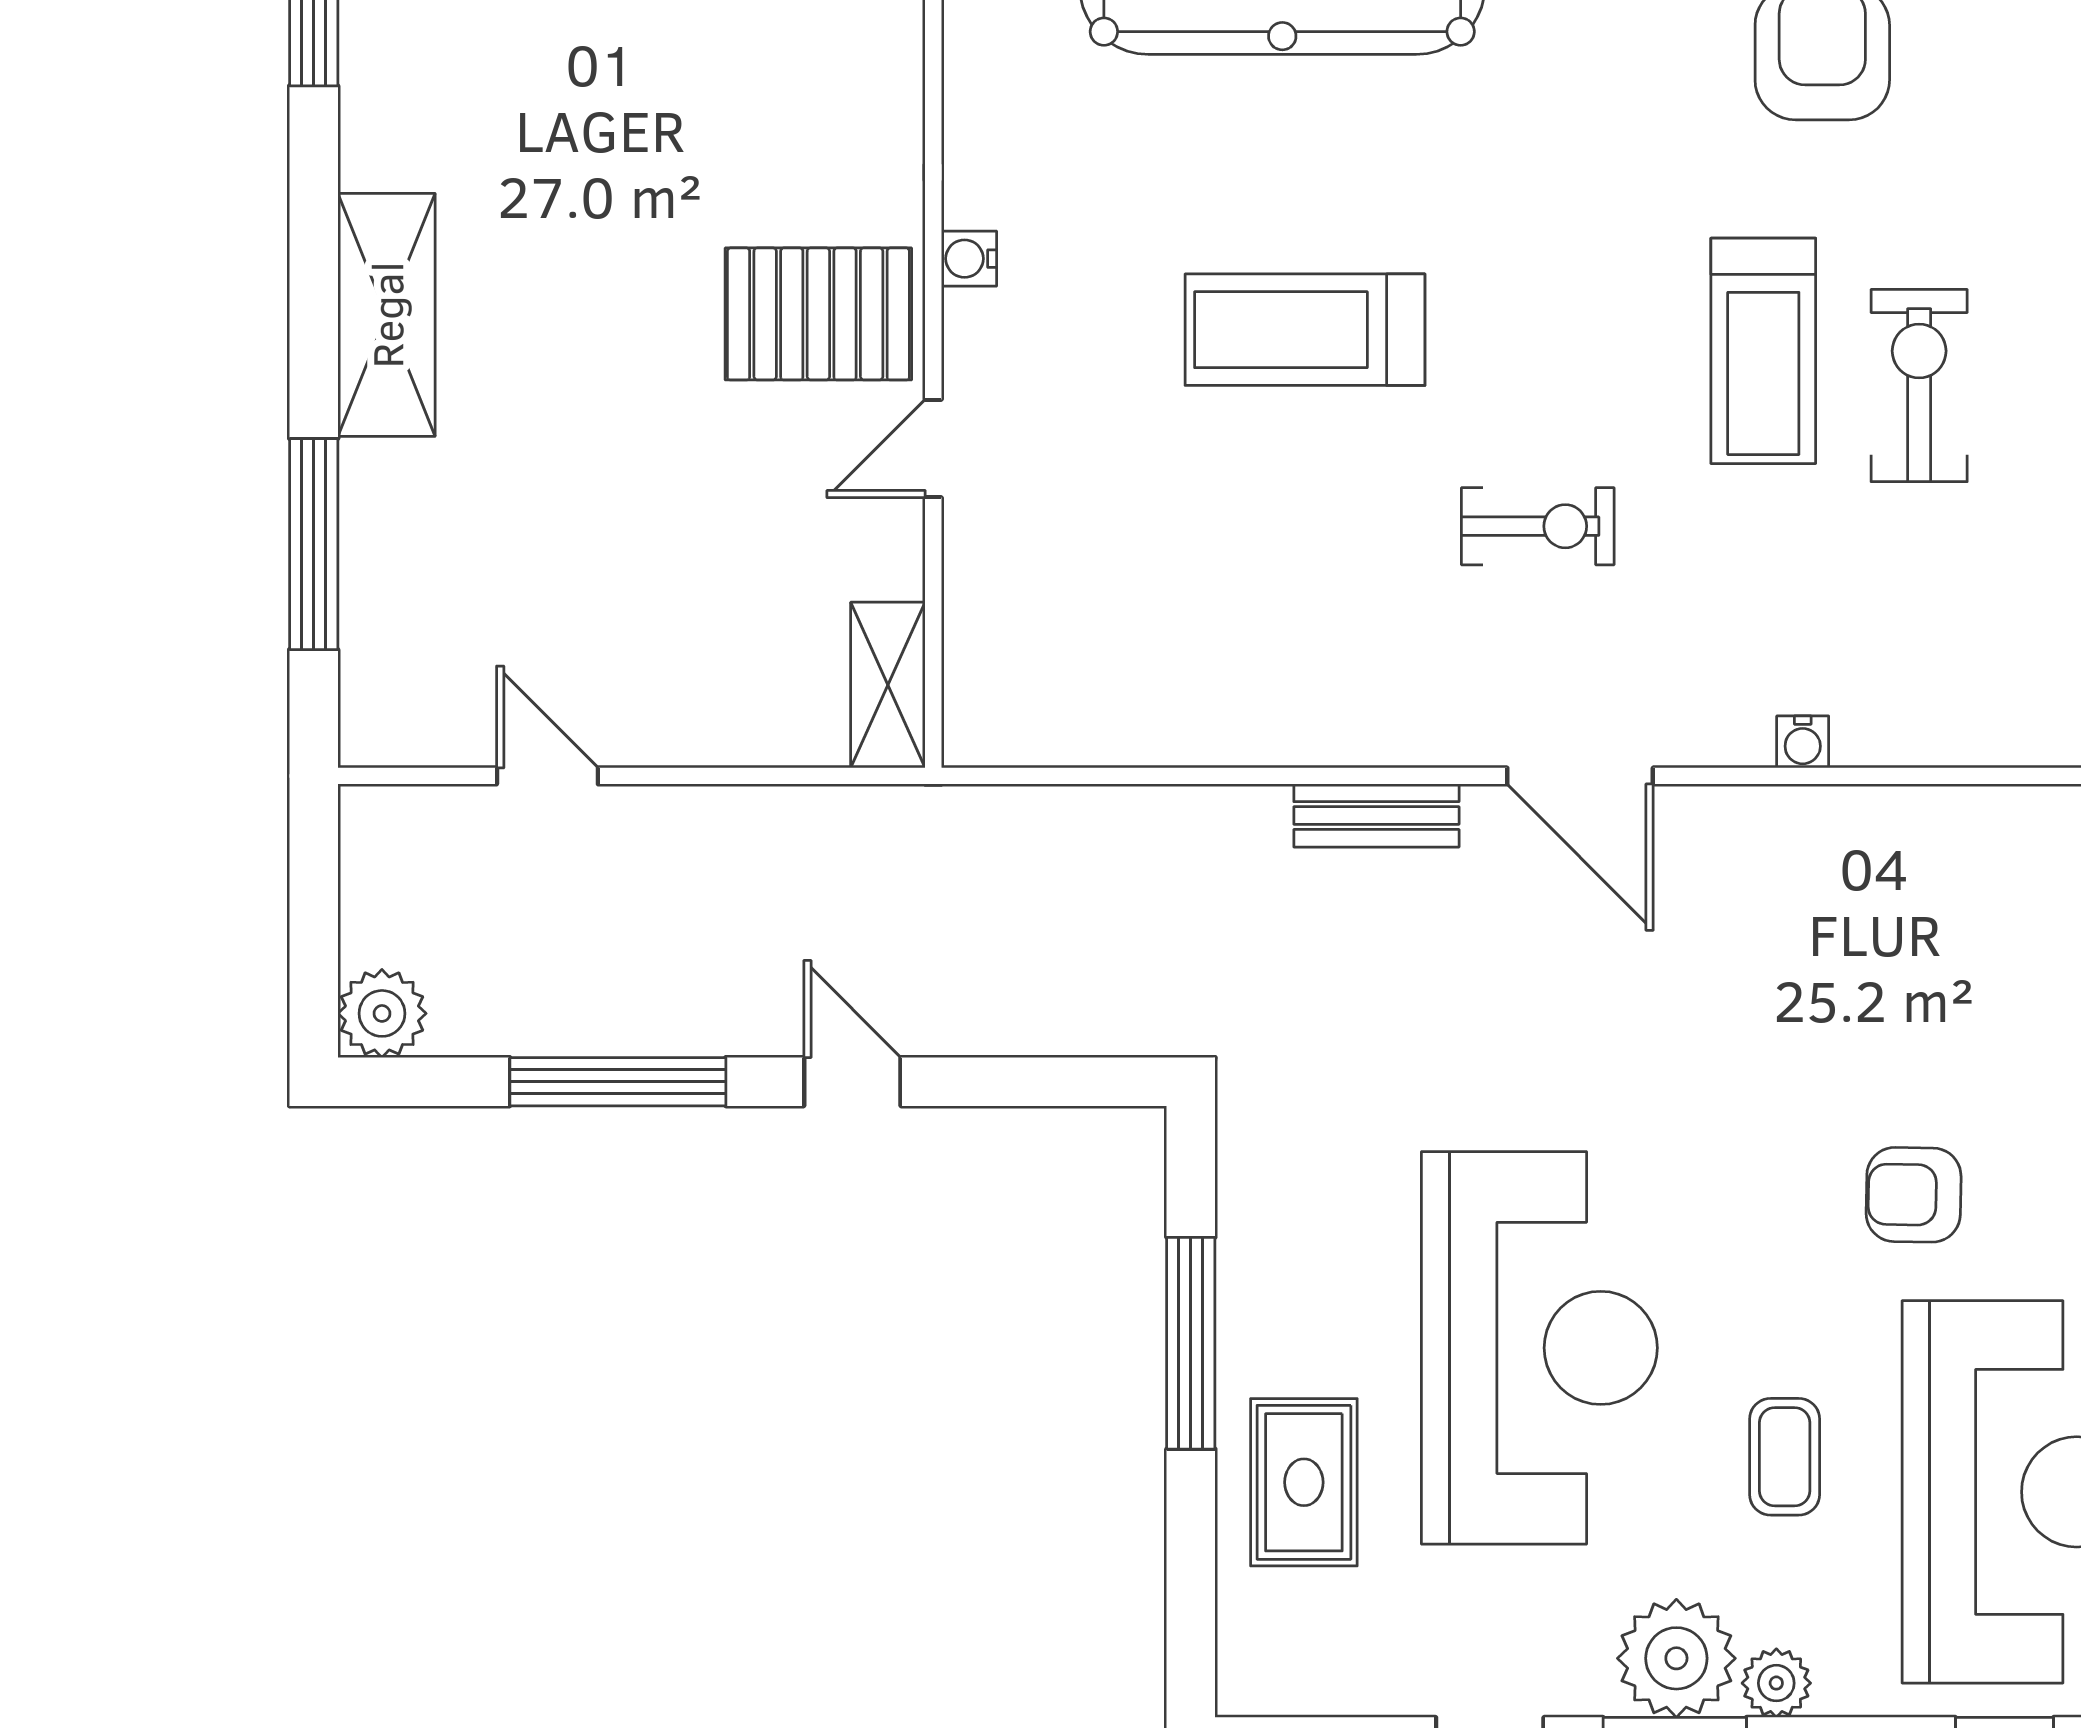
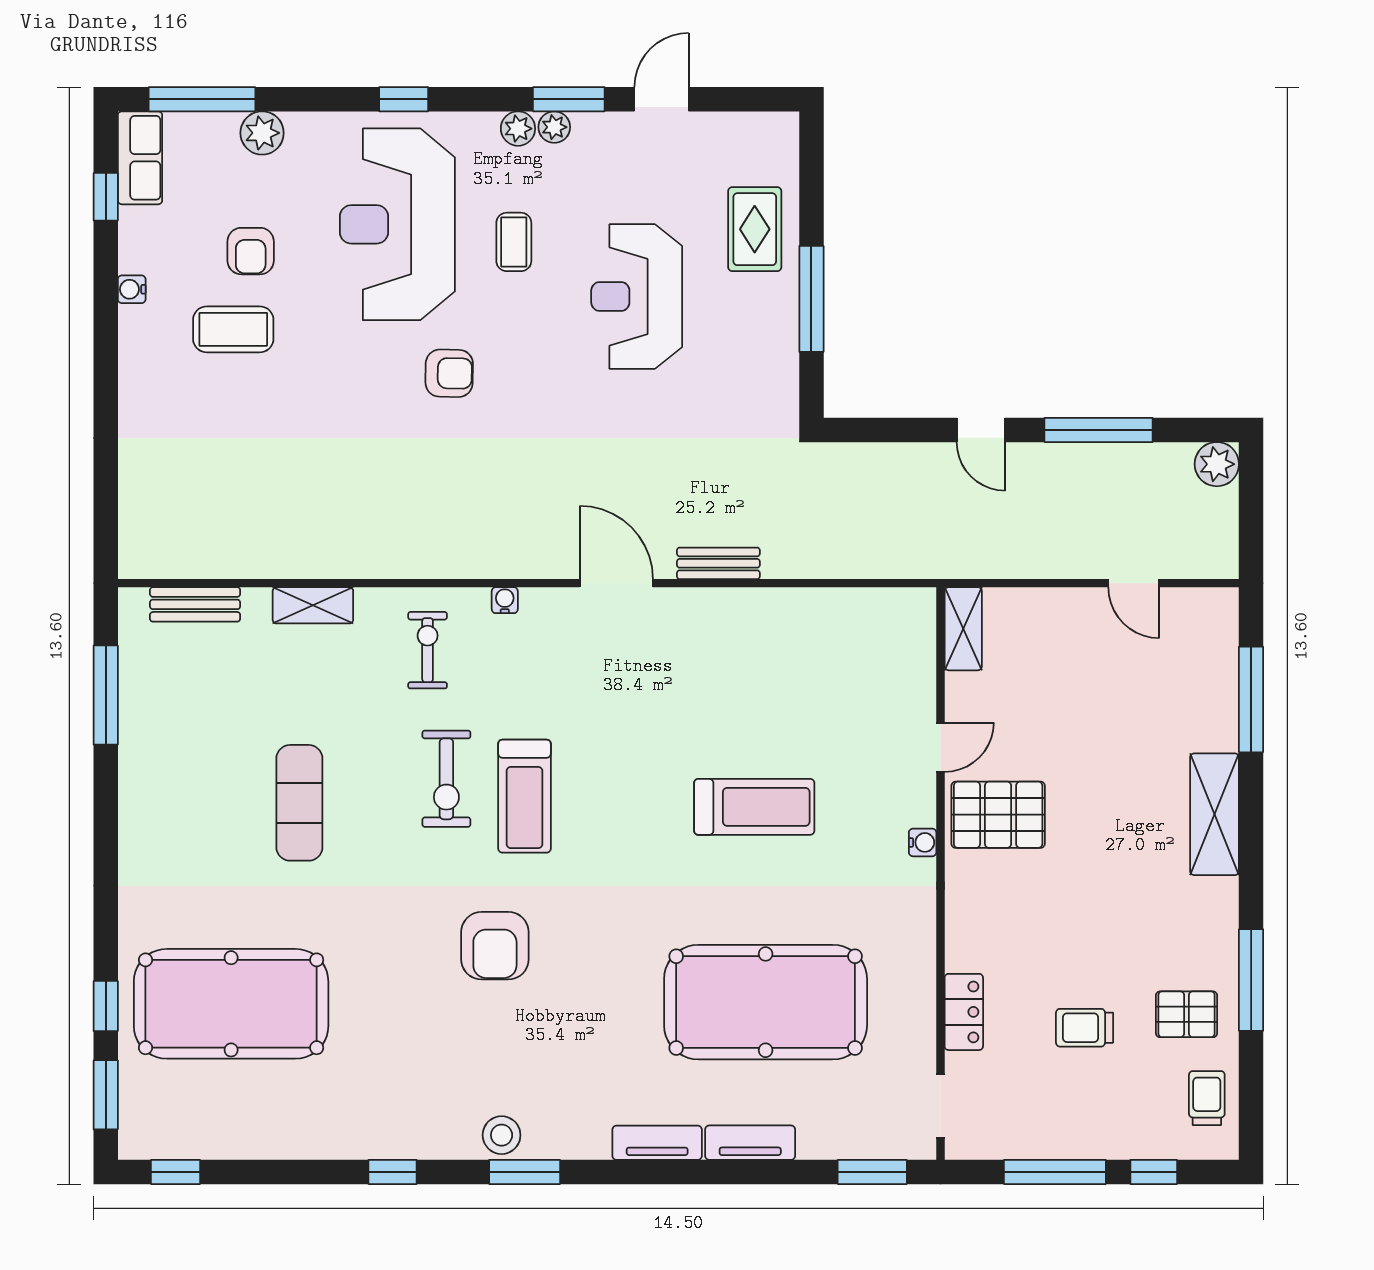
treadmill: (1763, 351) -> (524, 796), turned 180
exercise bike: (1538, 526) -> (428, 650), moved, turned 90
reception desk: (1539, 1348) -> (637, 297), width x0.74, depth x0.77
plant: (1676, 1658) -> (554, 127), width x0.53, depth x0.53

